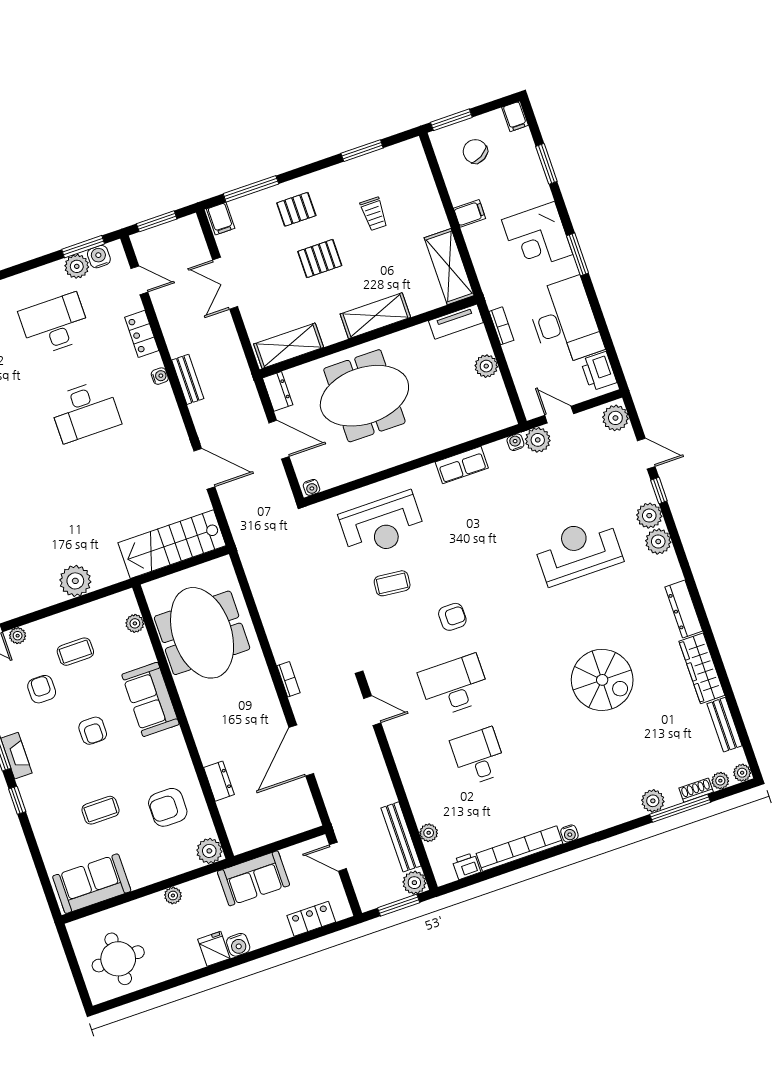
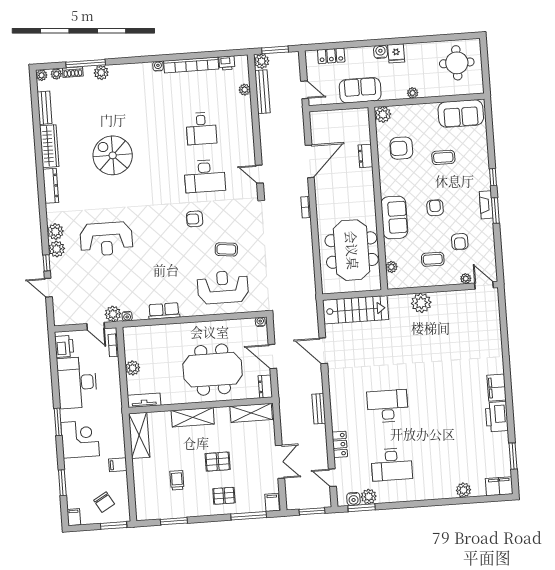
bookcase: (501, 326) -> (113, 345), moved
water cooler: (160, 376) -> (336, 415), removed
plant: (615, 418) -> (61, 315), removed
armchair: (168, 807) -> (401, 148), turned 180

